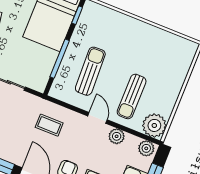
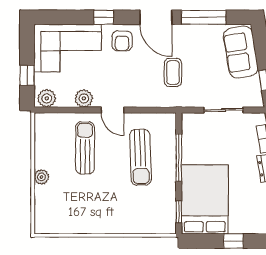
coffee table: (49, 125) -> (173, 72), moved, turned 90
plant: (154, 125) -> (41, 177), moved, width x0.53, depth x0.53

